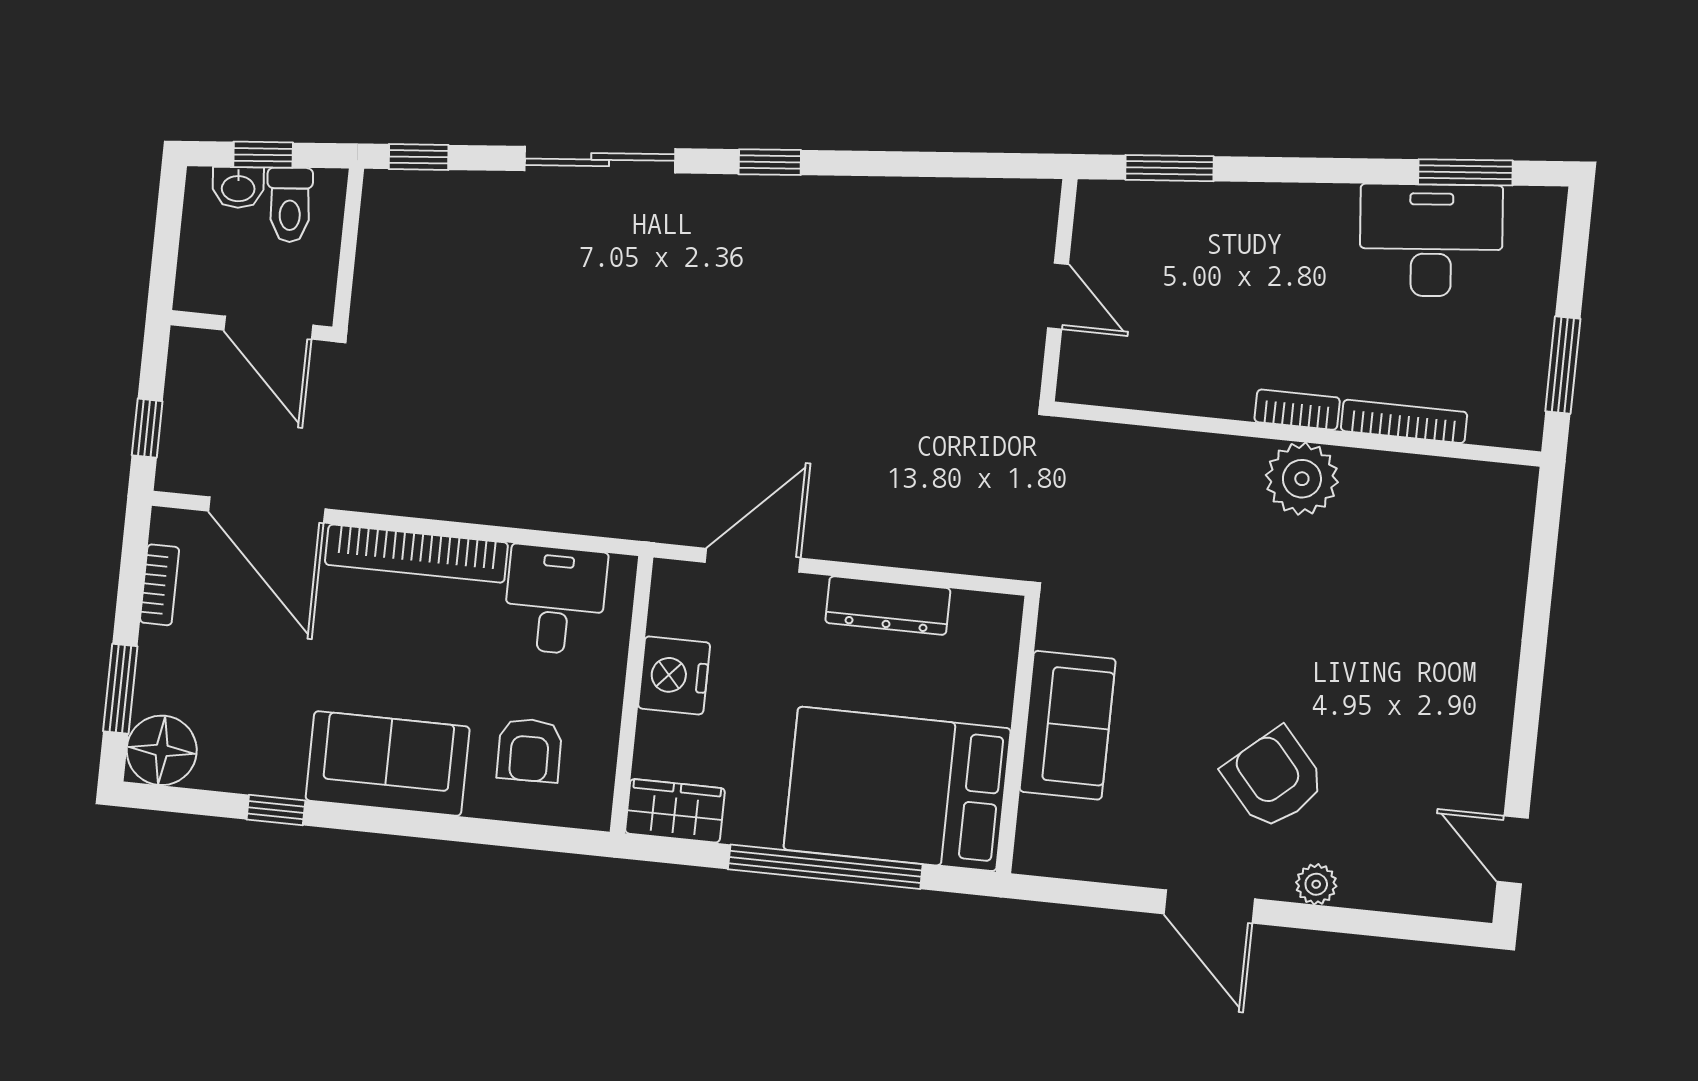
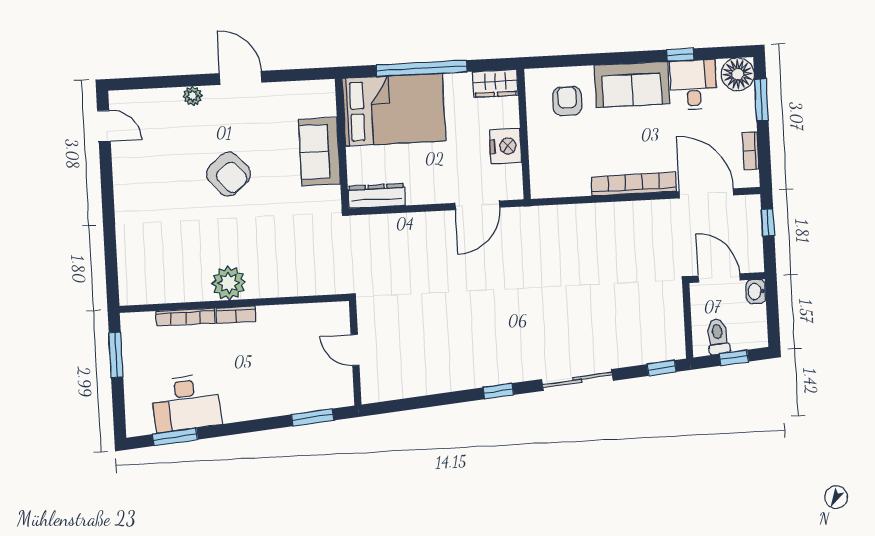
washbasin: (238, 187) -> (756, 291), moved, turned -85
desk: (555, 600) -> (693, 85), moved, turned 180
dresser: (888, 606) -> (377, 196), moved
armchair: (1274, 779) -> (229, 174), moved

